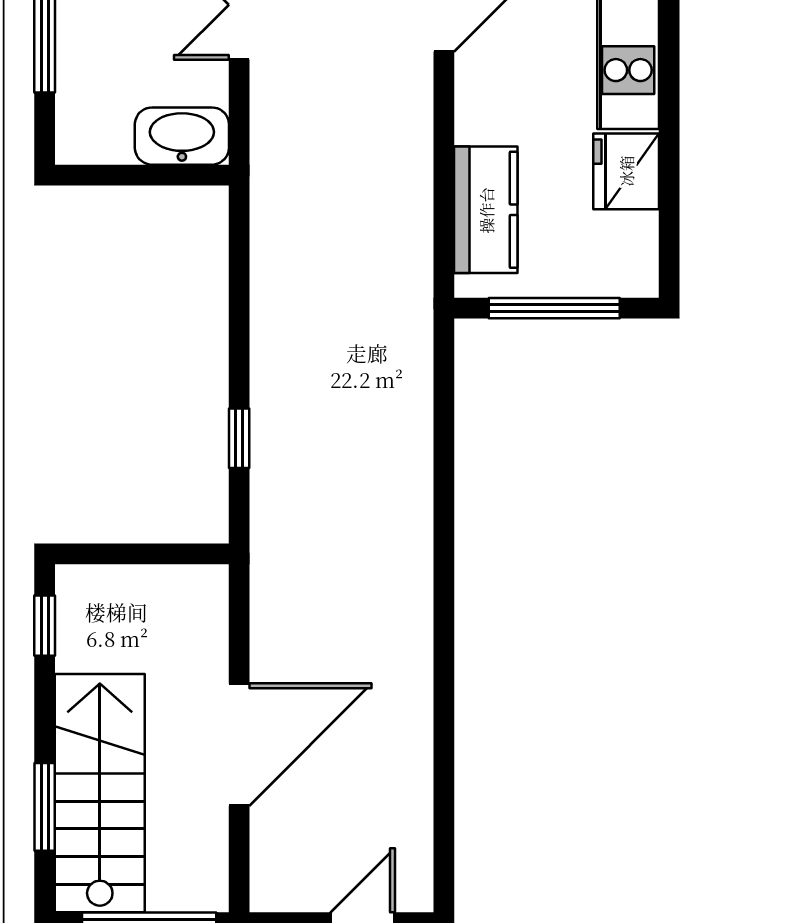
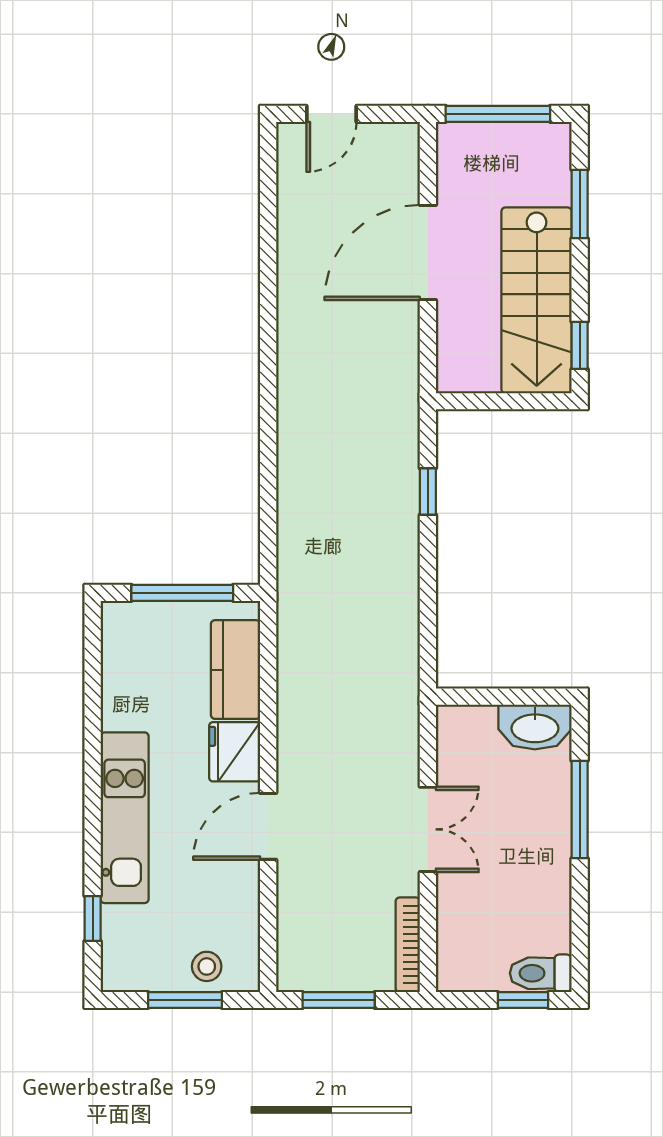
washbasin: (182, 136) -> (535, 727), moved
fridge: (626, 171) -> (235, 752), moved, turned 180
stairs: (100, 793) -> (537, 300), moved

